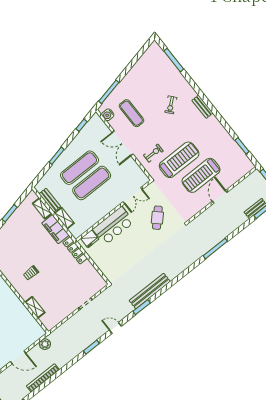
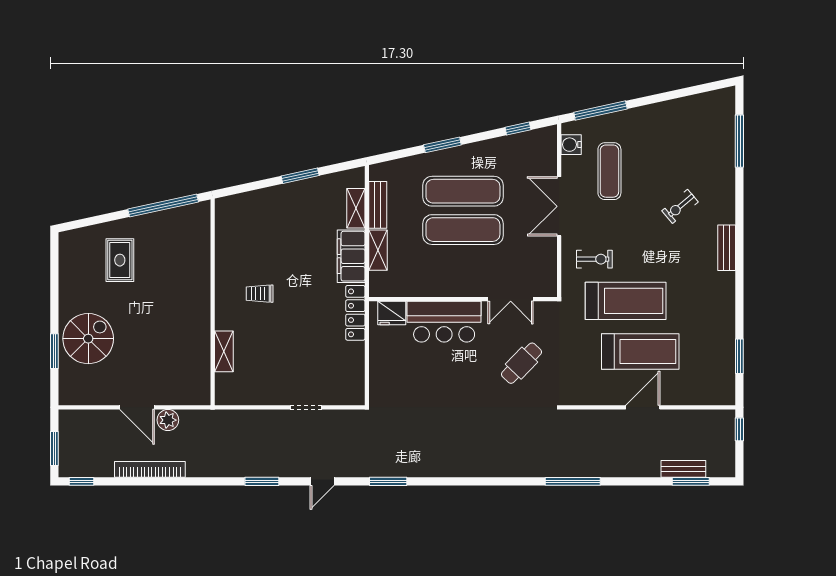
treadmill: (201, 175) -> (640, 351), turned 180
bench: (150, 291) -> (420, 467), removed
door: (115, 328) -> (322, 481), swing flipped
plant: (45, 344) -> (168, 420), moved

